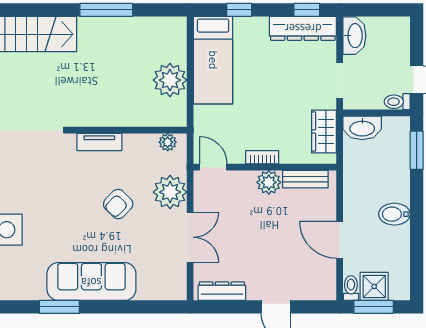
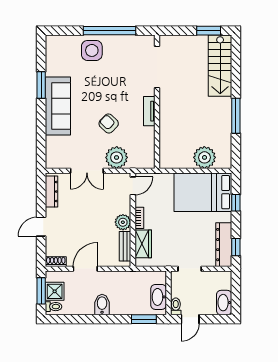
washbasin: (354, 36) -> (224, 303), moved, turned 90
bed: (213, 60) -> (203, 192), width x1.50
plant: (170, 80) -> (204, 157), moved
washbasin: (362, 128) -> (159, 297), moved
wardrobe: (324, 132) -> (143, 244), moved, turned 90
plant: (168, 142) -> (149, 156), removed
shoe rack: (329, 285) -> (56, 262), added
toilet: (351, 288) -> (54, 307), moved

